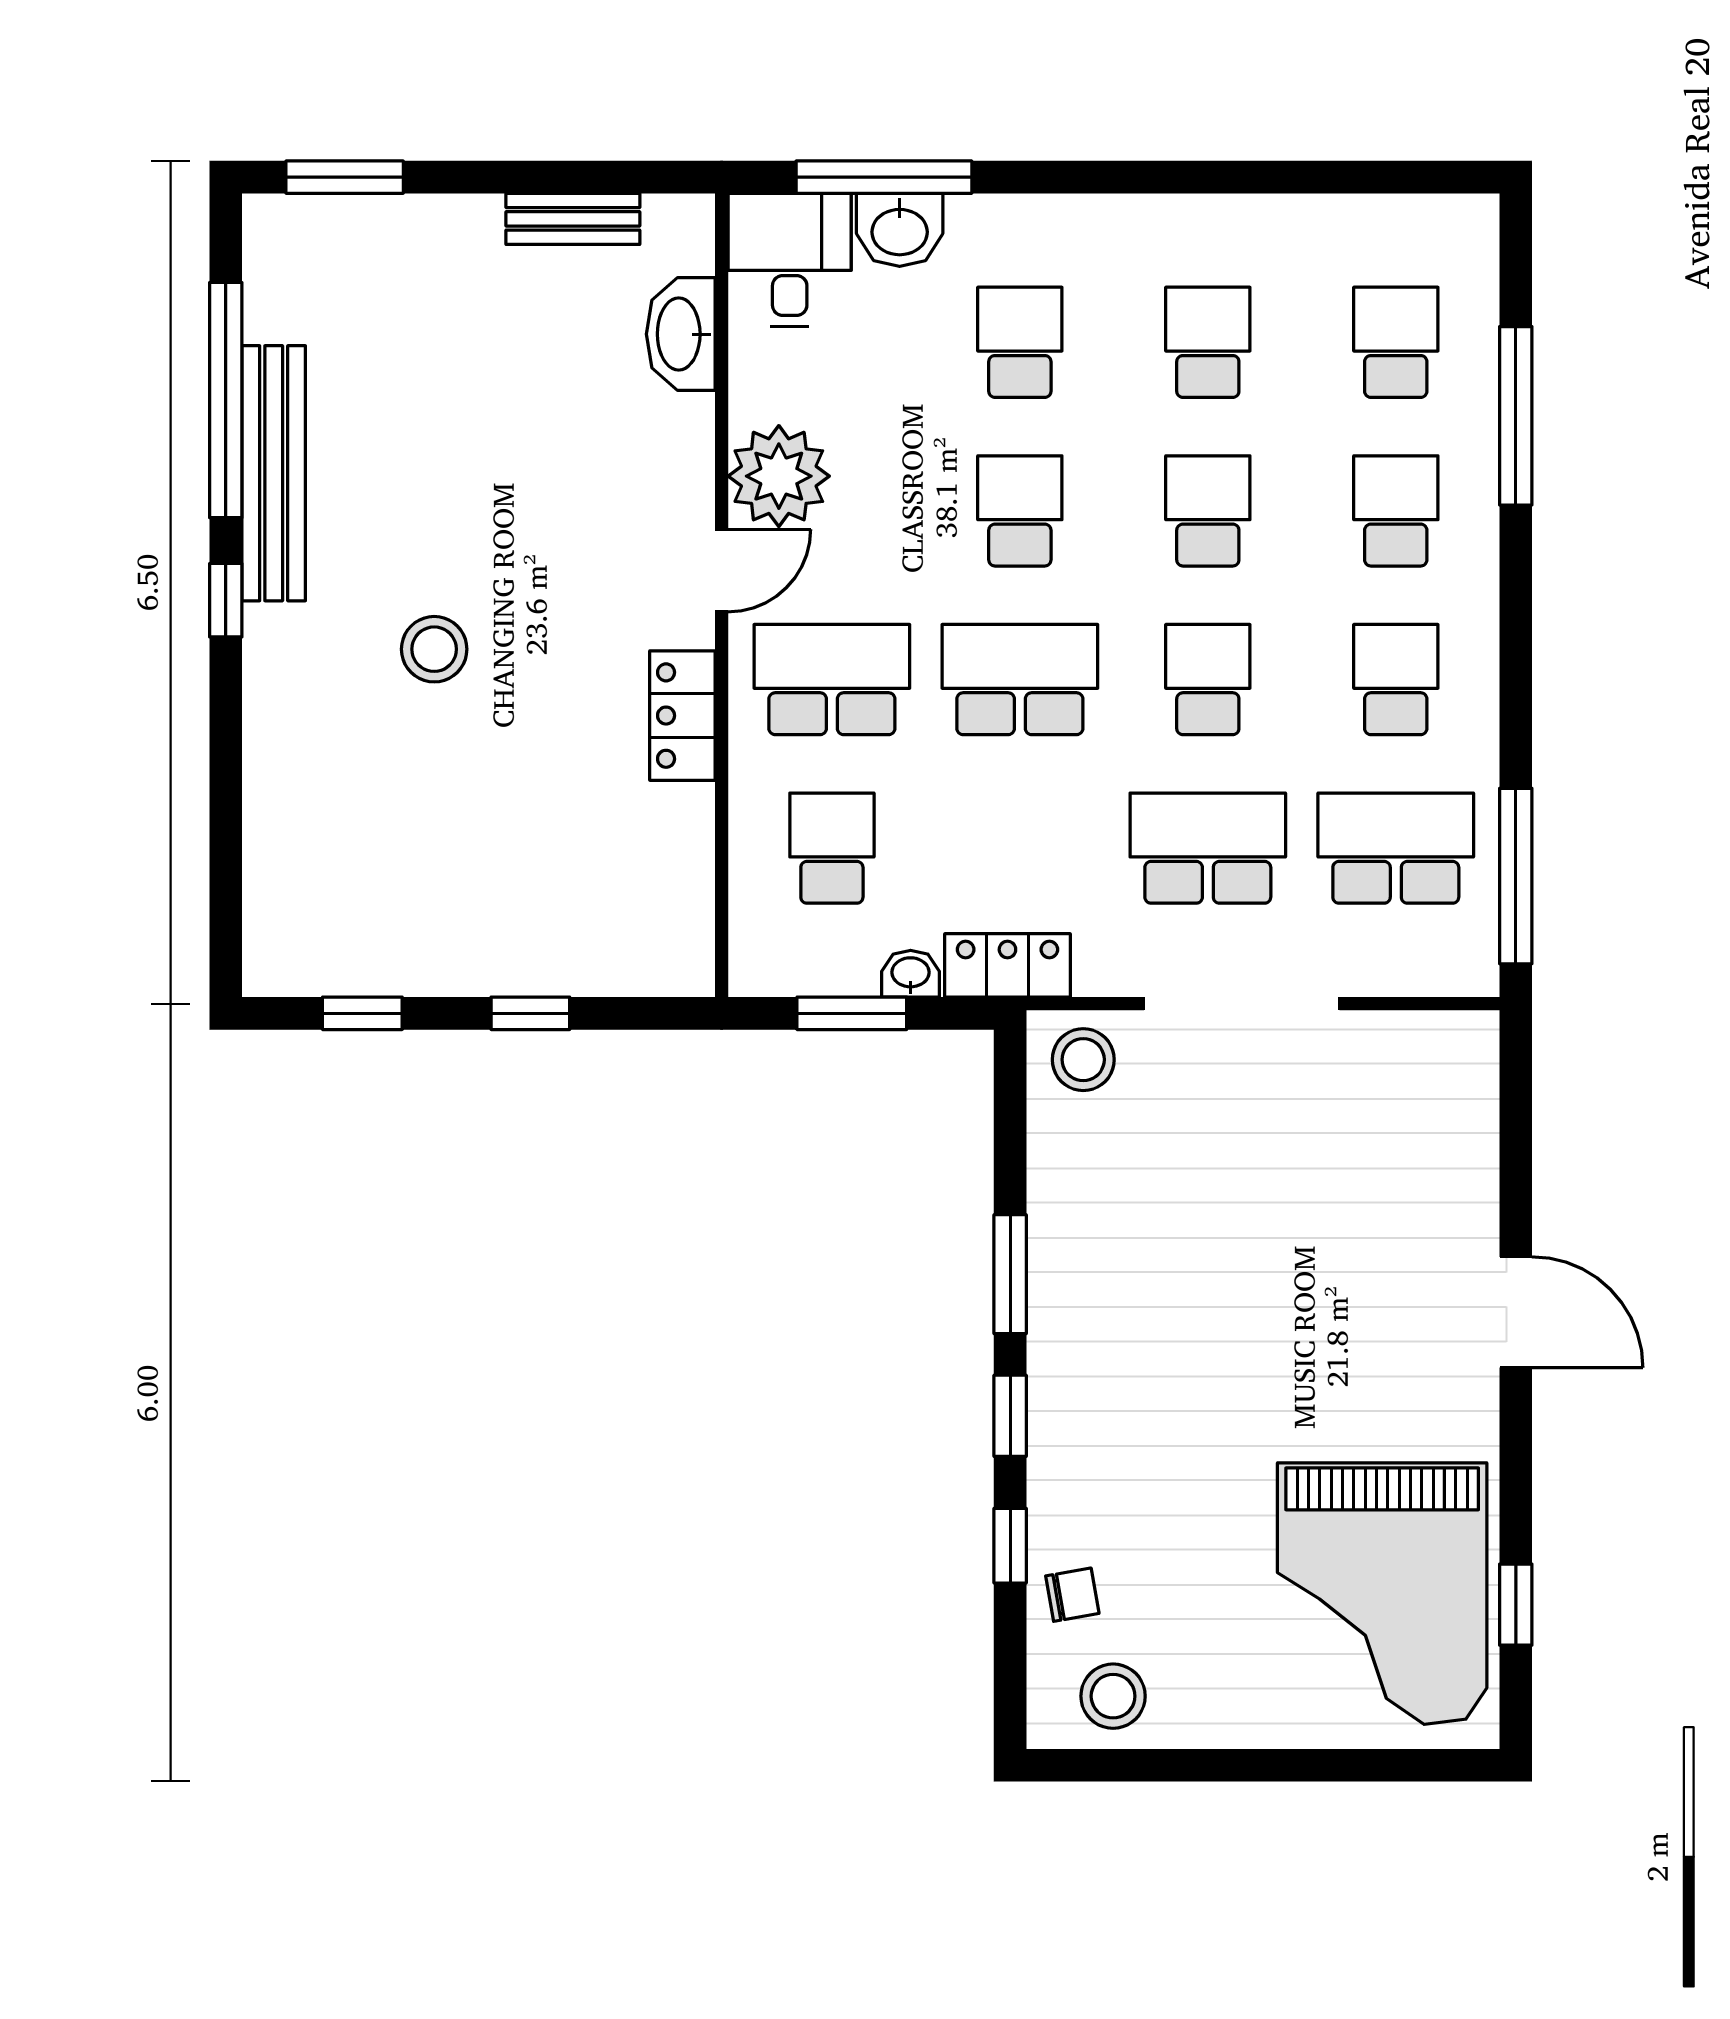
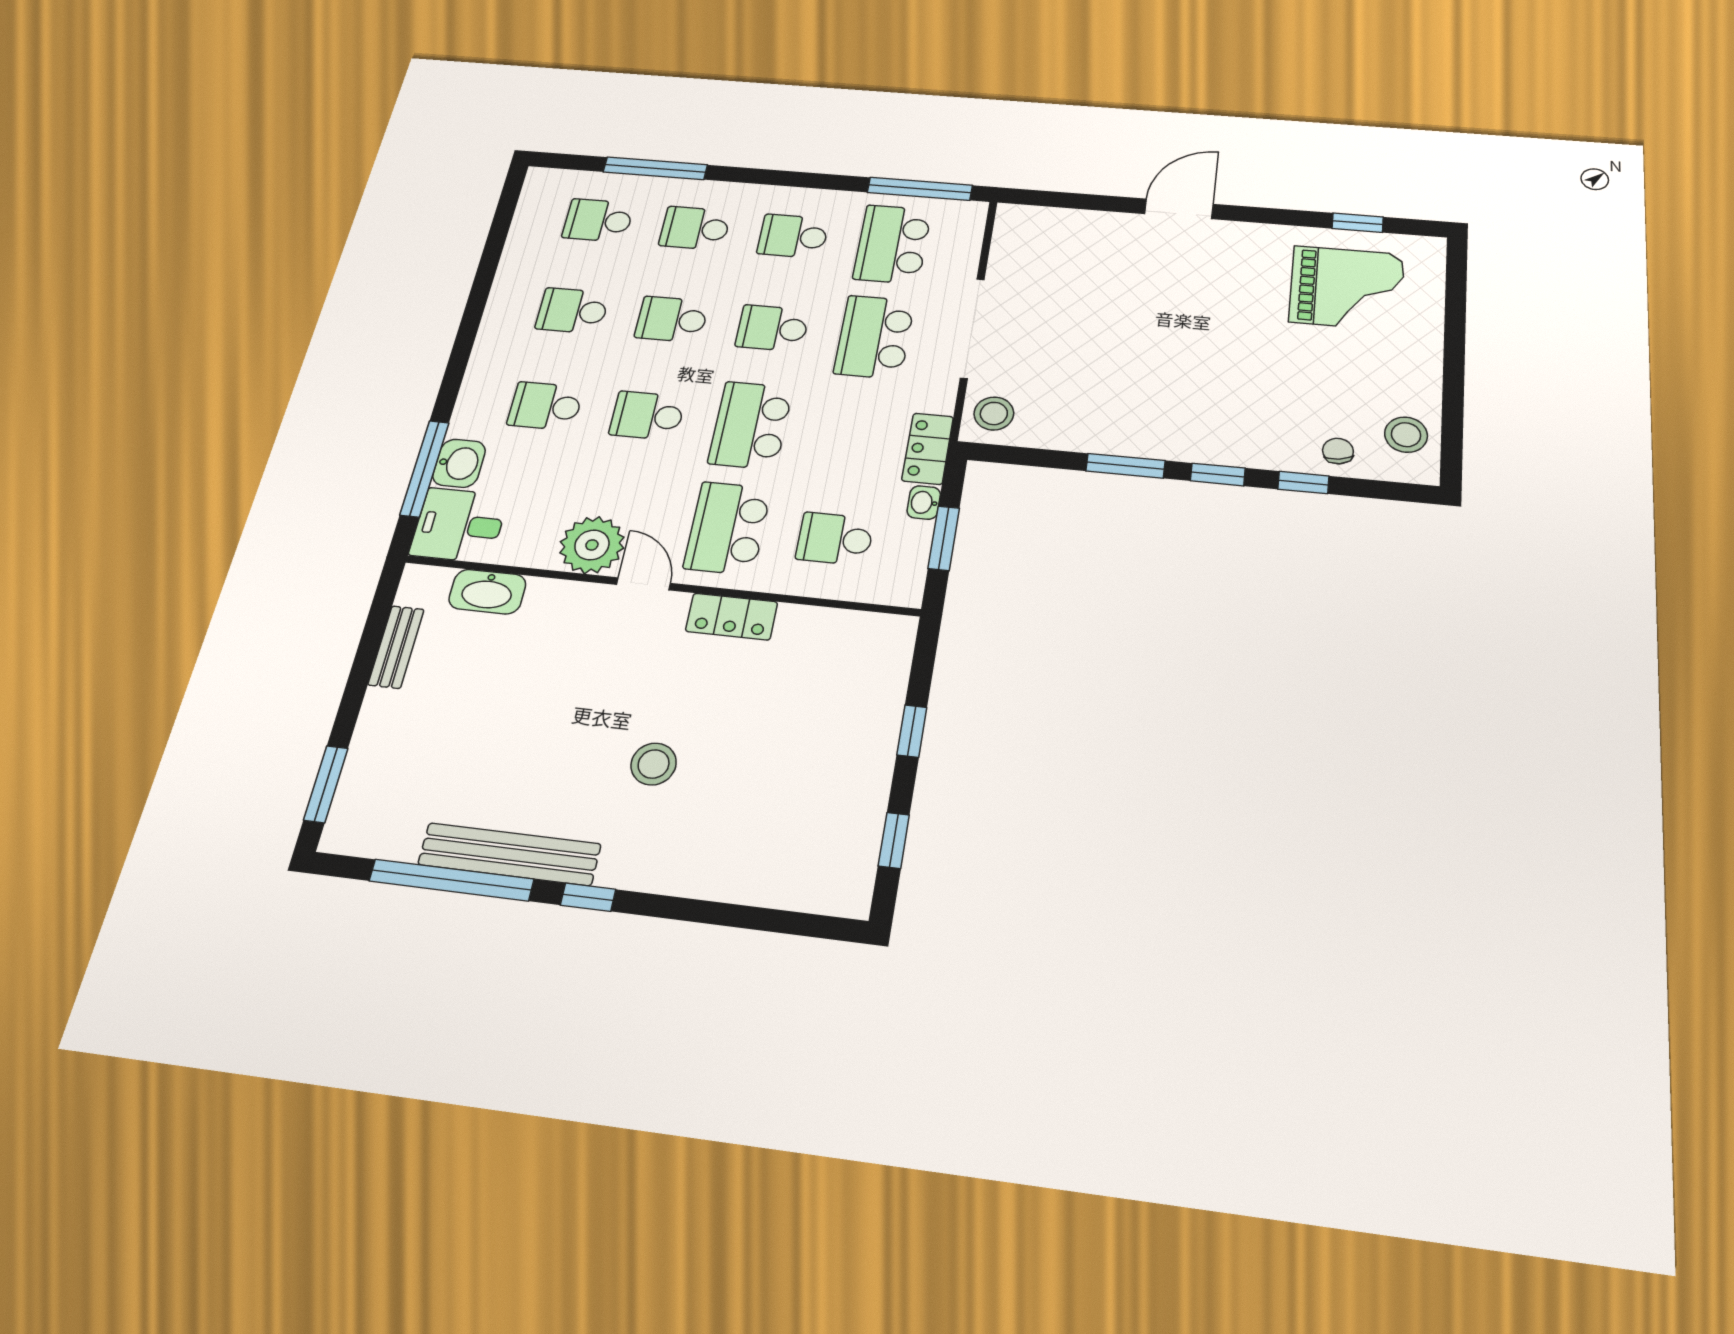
grand piano: (1382, 1594) -> (1347, 288), width x0.73, depth x0.68

